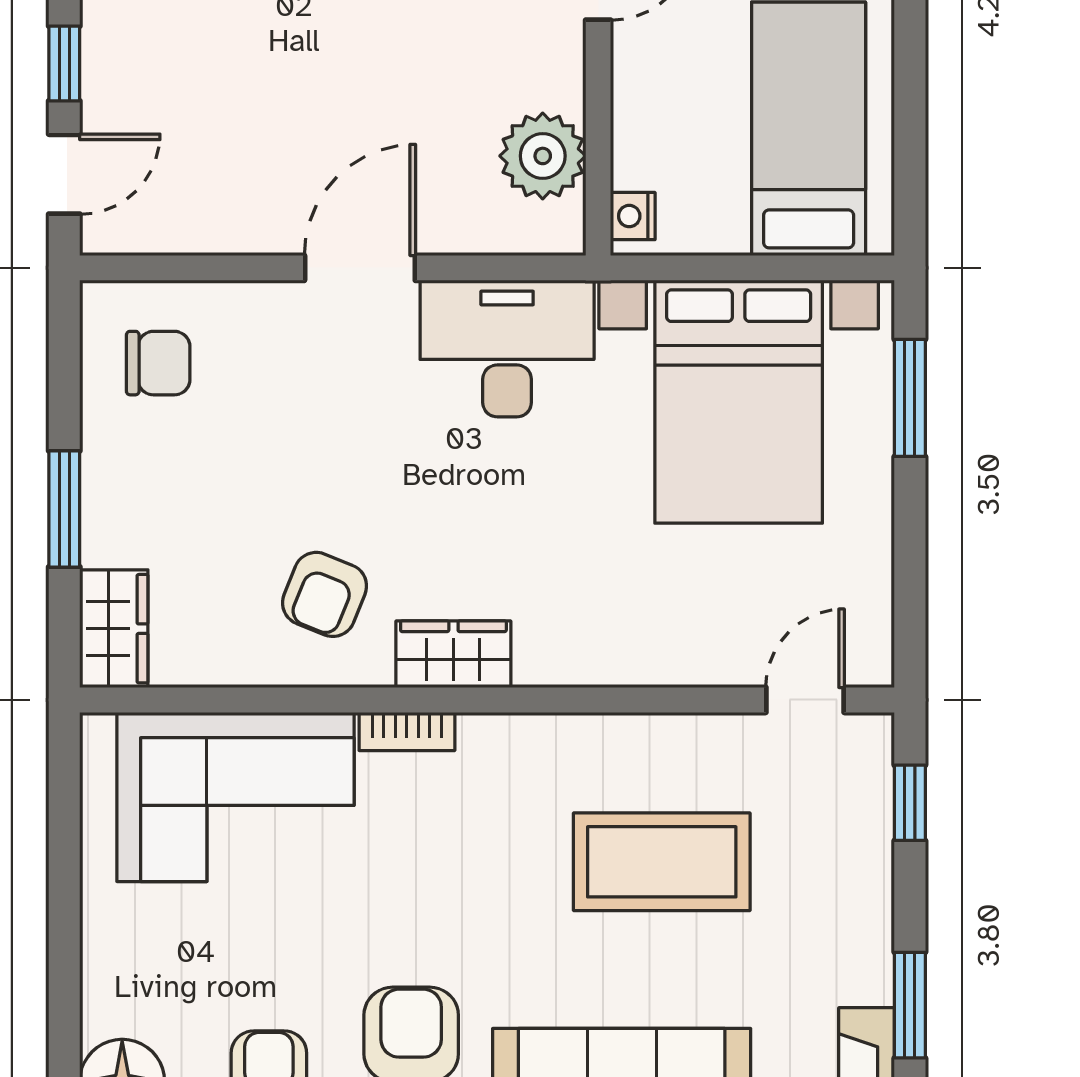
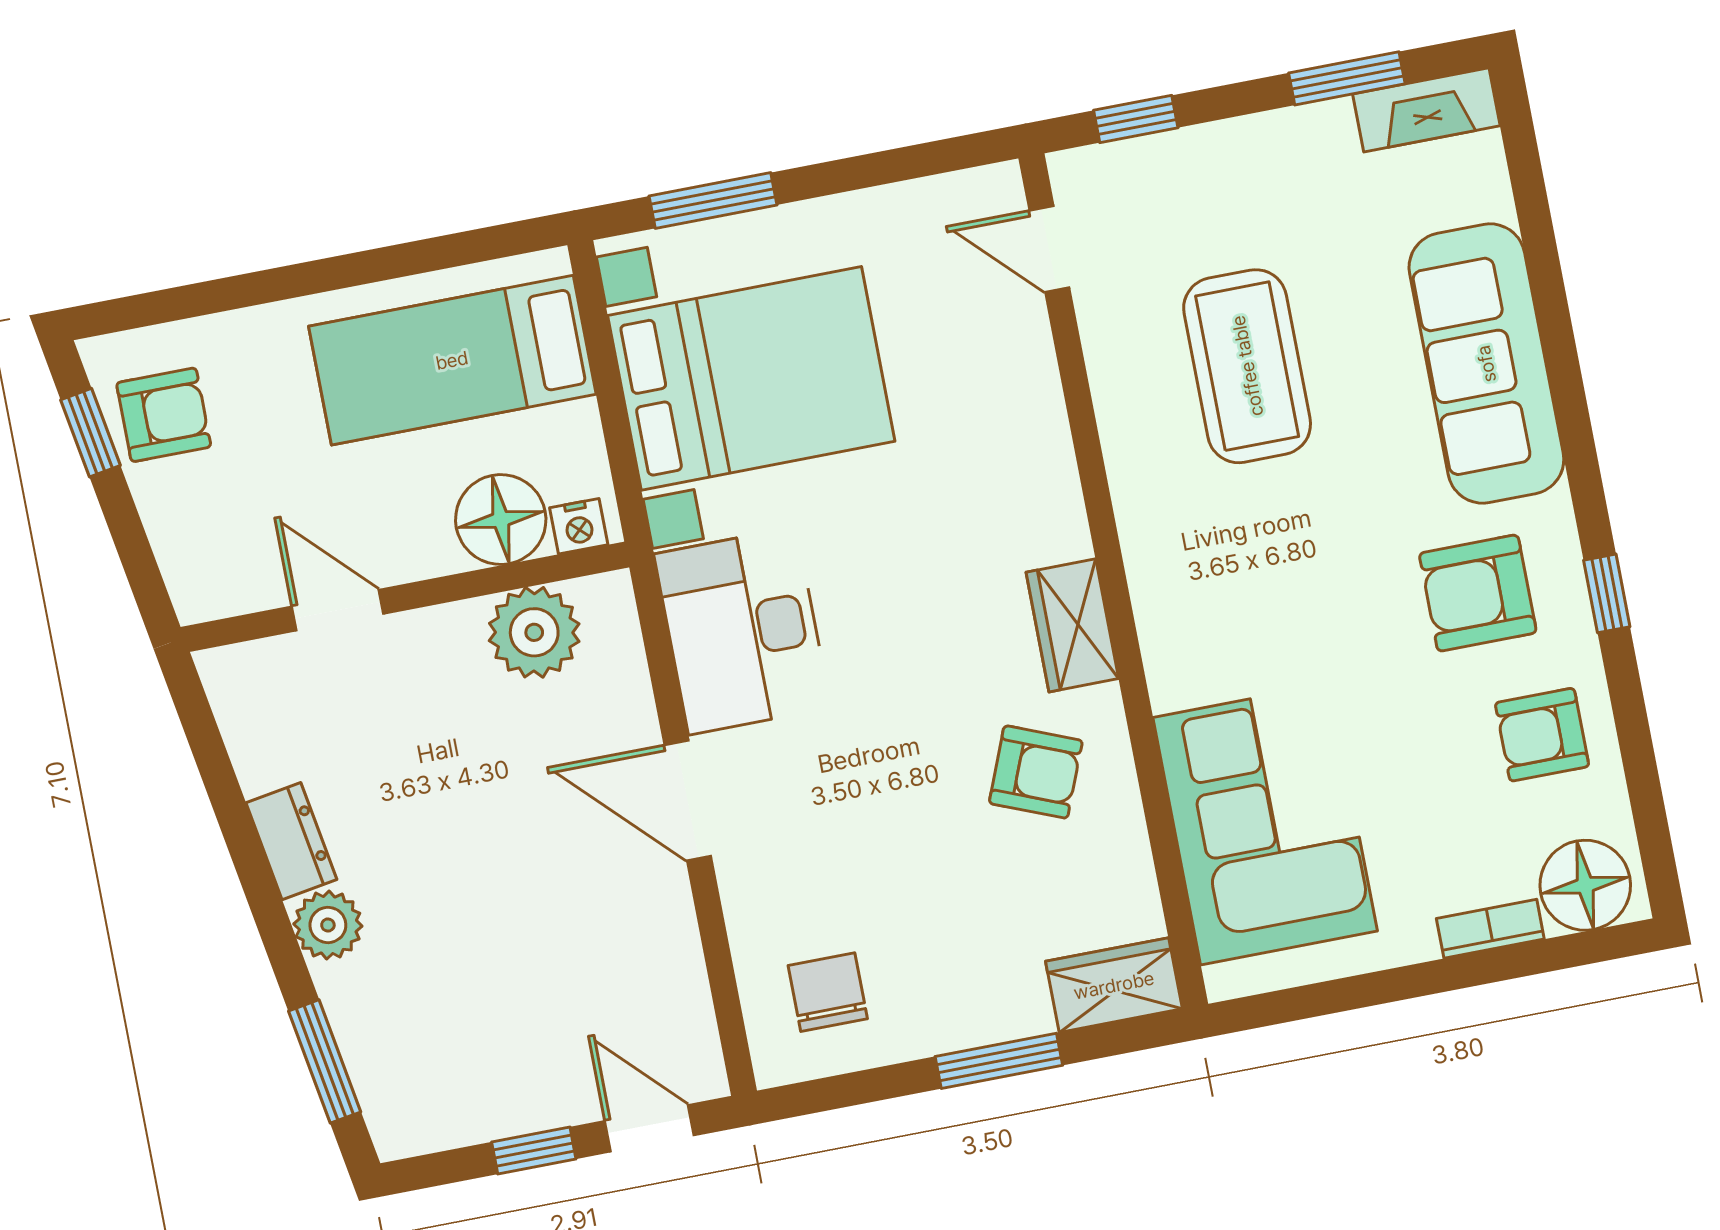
floor lamp: (653, 145) -> (501, 520), added
bookcase: (407, 731) -> (1490, 929), moved, turned -90

